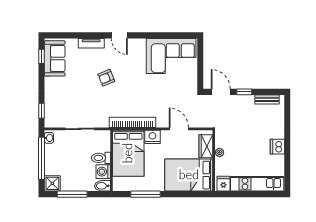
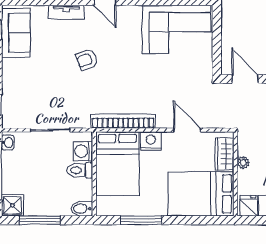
washing machine: (103, 172) -> (83, 151), moved

